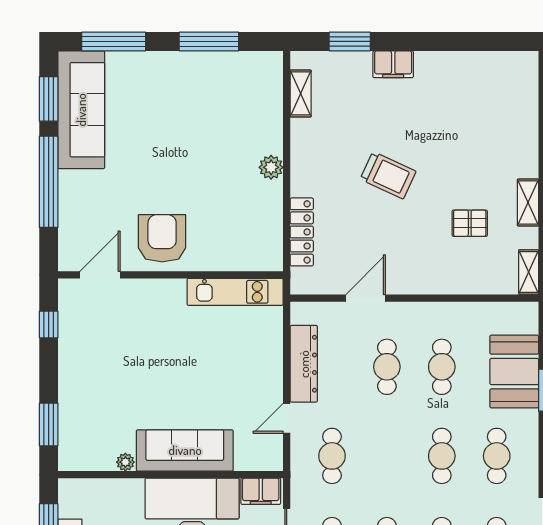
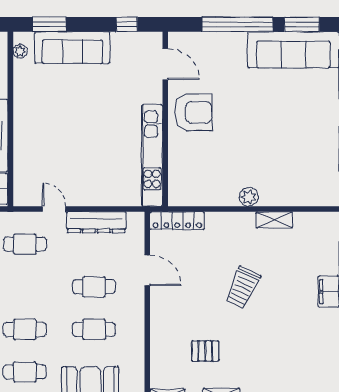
shelving: (301, 93) -> (274, 220), moved
pallet: (470, 223) -> (205, 351), turned 90
locker: (302, 232) -> (177, 221), moved
kitchen unit: (235, 292) -> (152, 155), width x1.36
sofa: (185, 450) -> (72, 48), moved, turned 90
plant: (125, 462) -> (20, 51), moved

